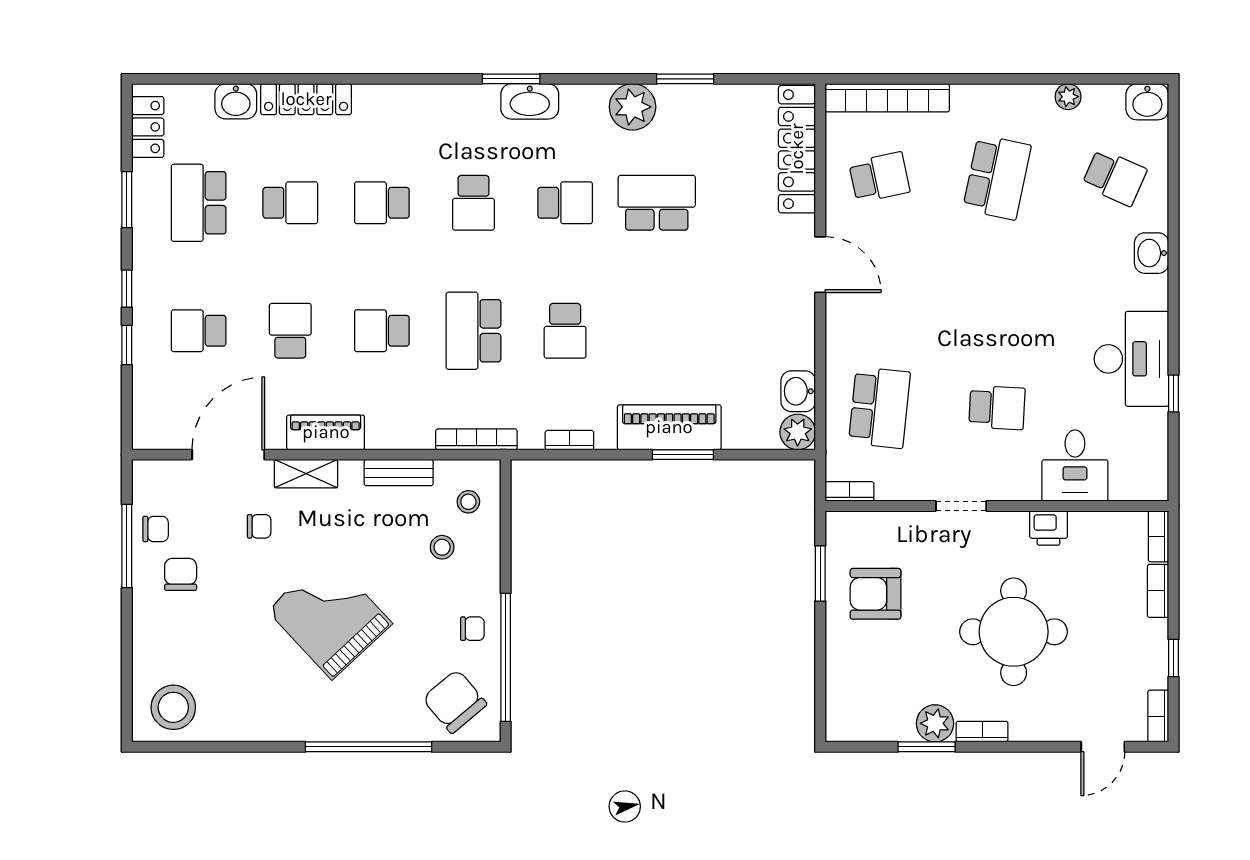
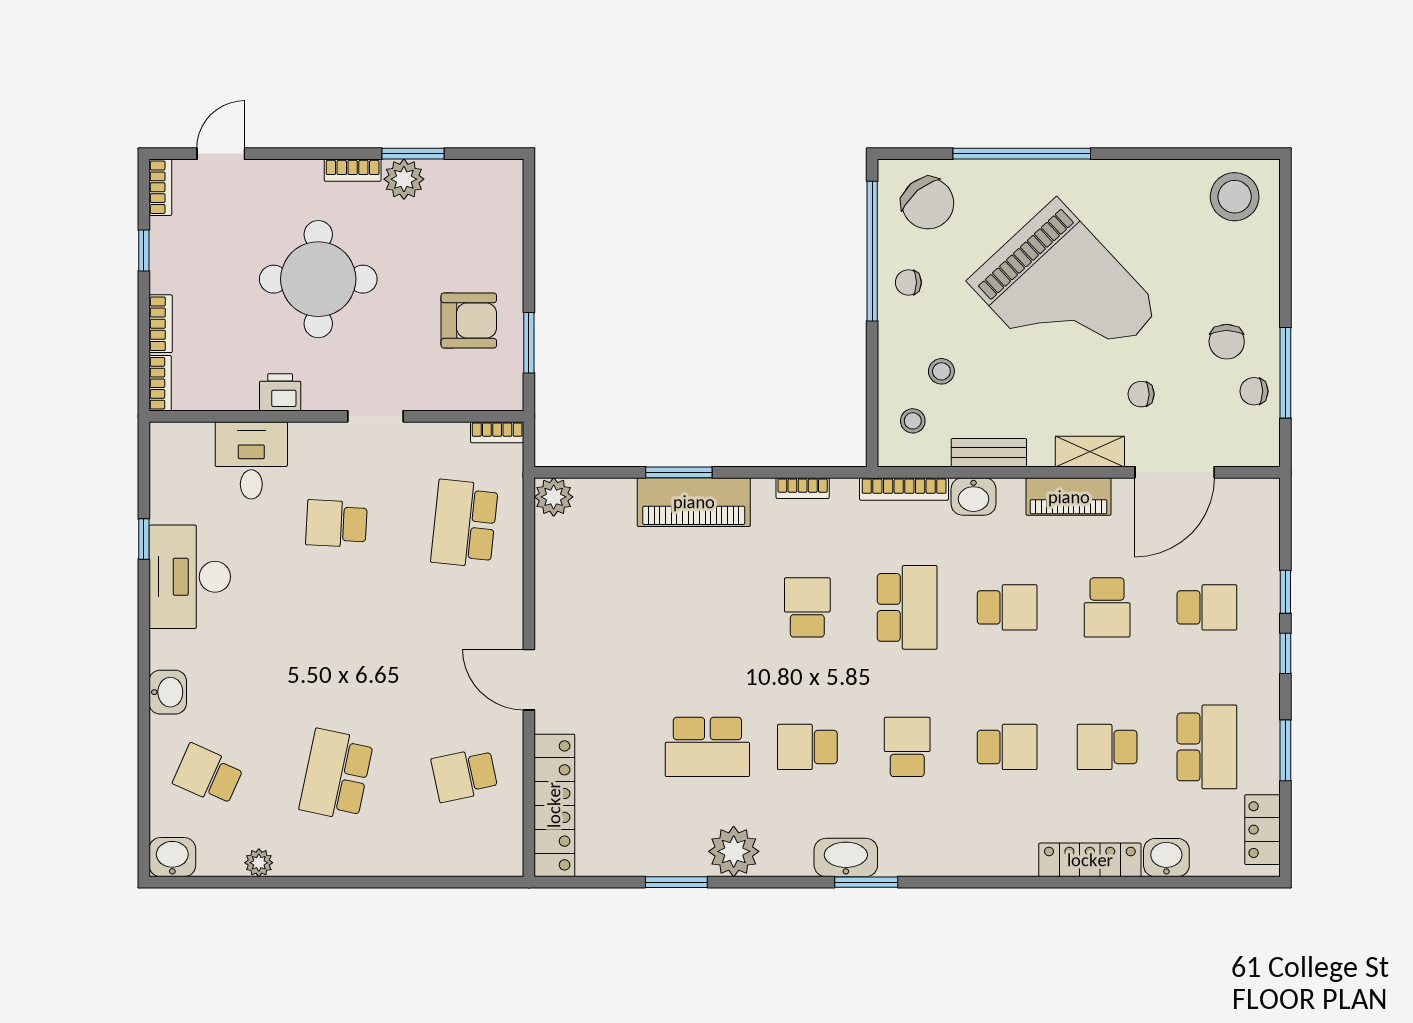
bookcase: (887, 98) -> (456, 861), removed
washbasin: (798, 391) -> (974, 496), moved, turned 90
grand piano: (330, 617) -> (1064, 295), width x1.37, depth x1.48

